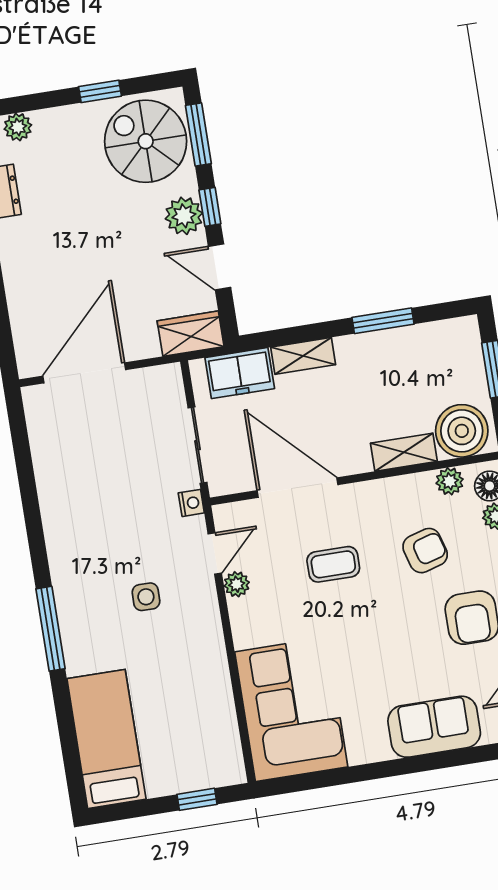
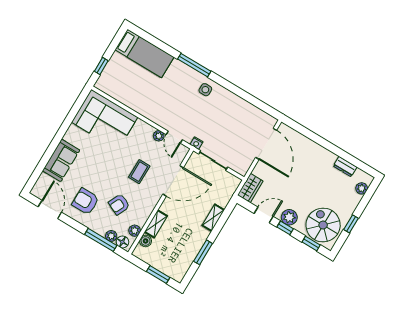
window: (198, 135) -> (311, 243), width x0.67
spiral stairs: (146, 141) -> (323, 225), turned -90
freezer: (240, 373) -> (225, 193), removed
boiler: (462, 431) -> (146, 241), width x0.54, depth x0.54
armchair: (425, 551) -> (119, 204), turned 41
side table: (146, 597) -> (205, 90), moved

